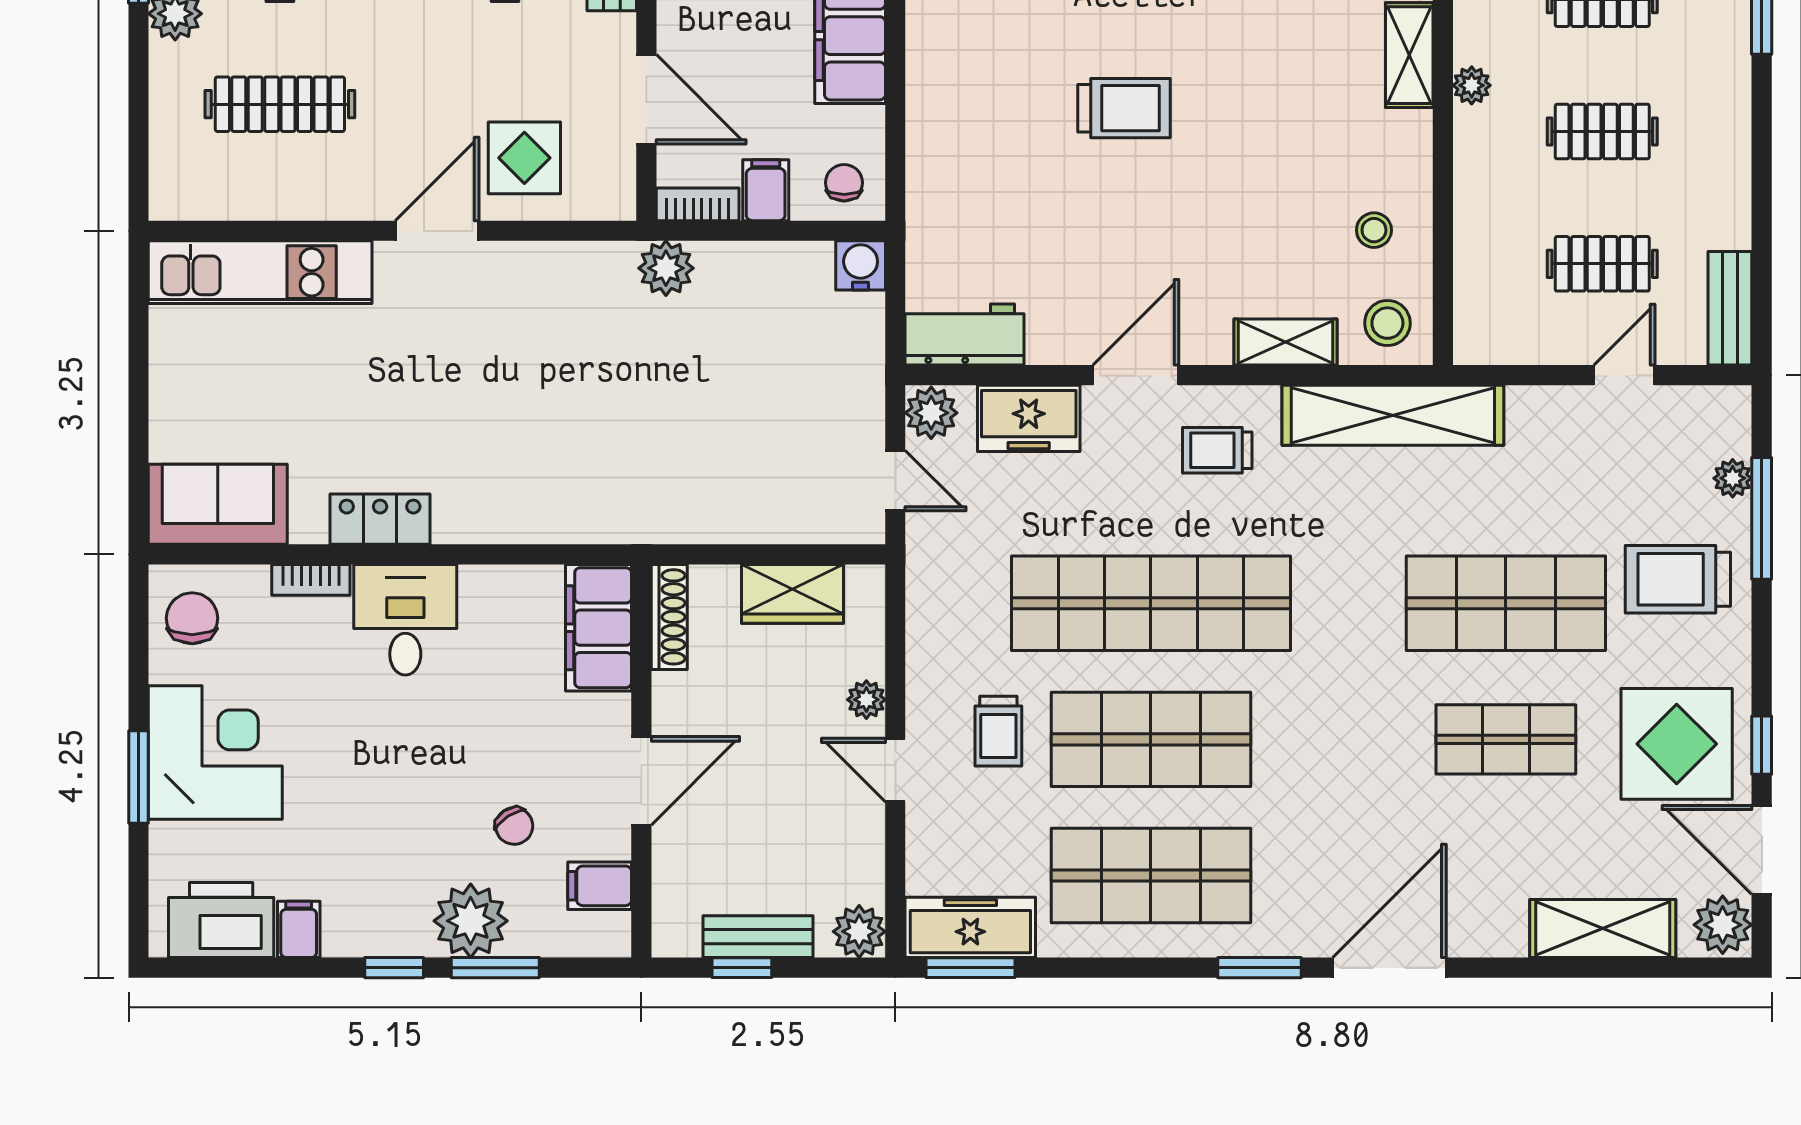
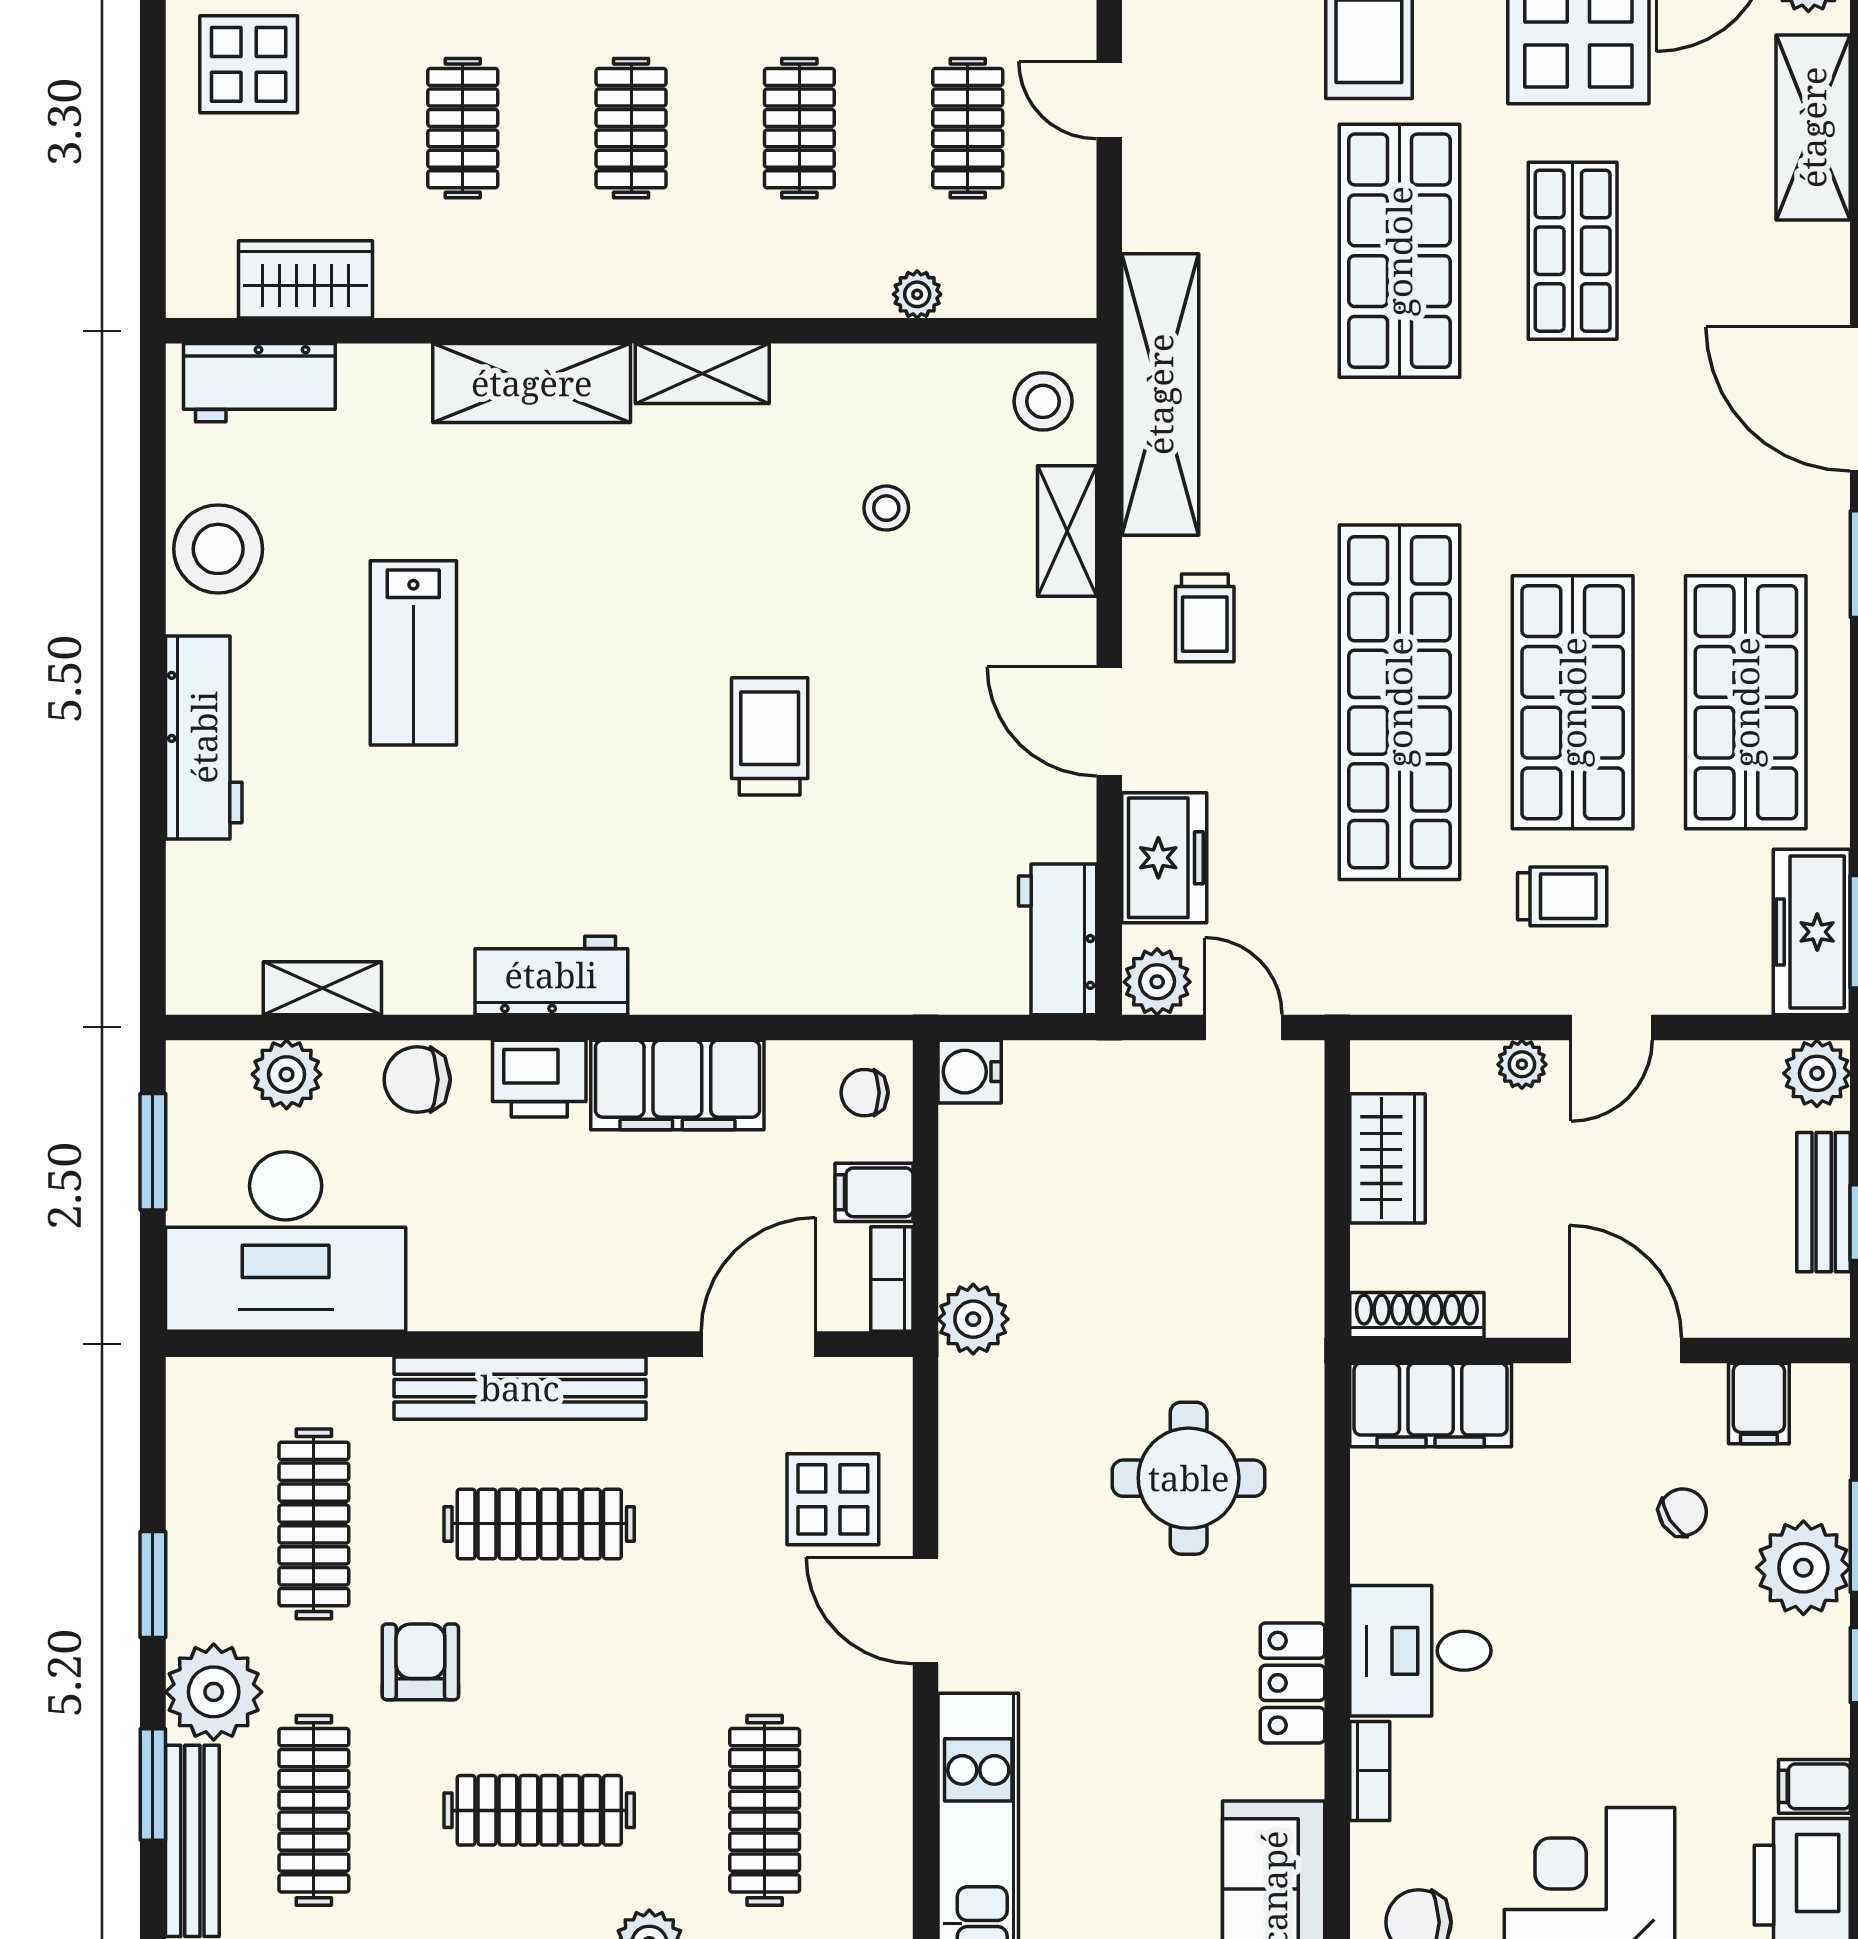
plant: (1472, 85) -> (917, 294), moved
stool: (1374, 230) -> (886, 508), moved
round table: (541, 437) -> (1189, 1478), added
door: (895, 481) -> (1243, 1027), hinge flipped

